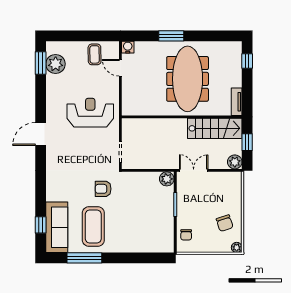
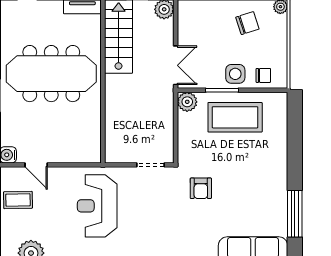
door: (120, 68) -> (36, 165), hinge flipped
double door: (194, 170) -> (176, 65), swing flipped
side table: (187, 214) -> (235, 74), added
coffee table: (93, 227) -> (235, 117), moved

